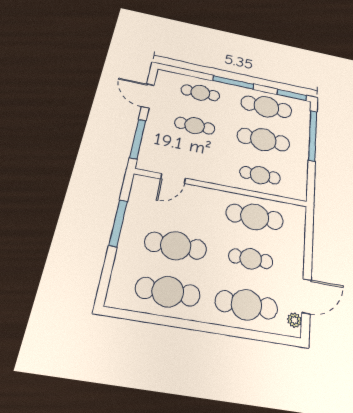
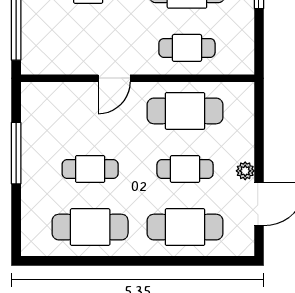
door: (173, 179) -> (114, 78), moved
cafe table: (176, 246) -> (90, 169), width x0.73, depth x0.74
plant: (295, 320) -> (245, 171), moved

